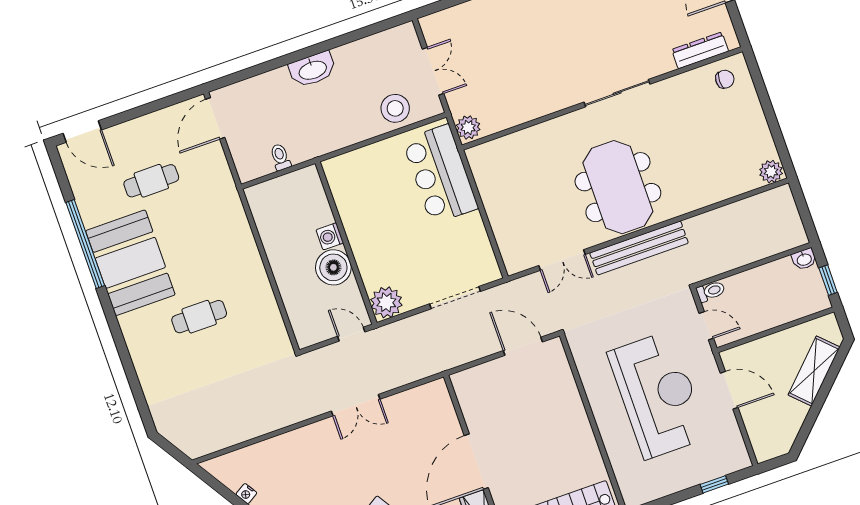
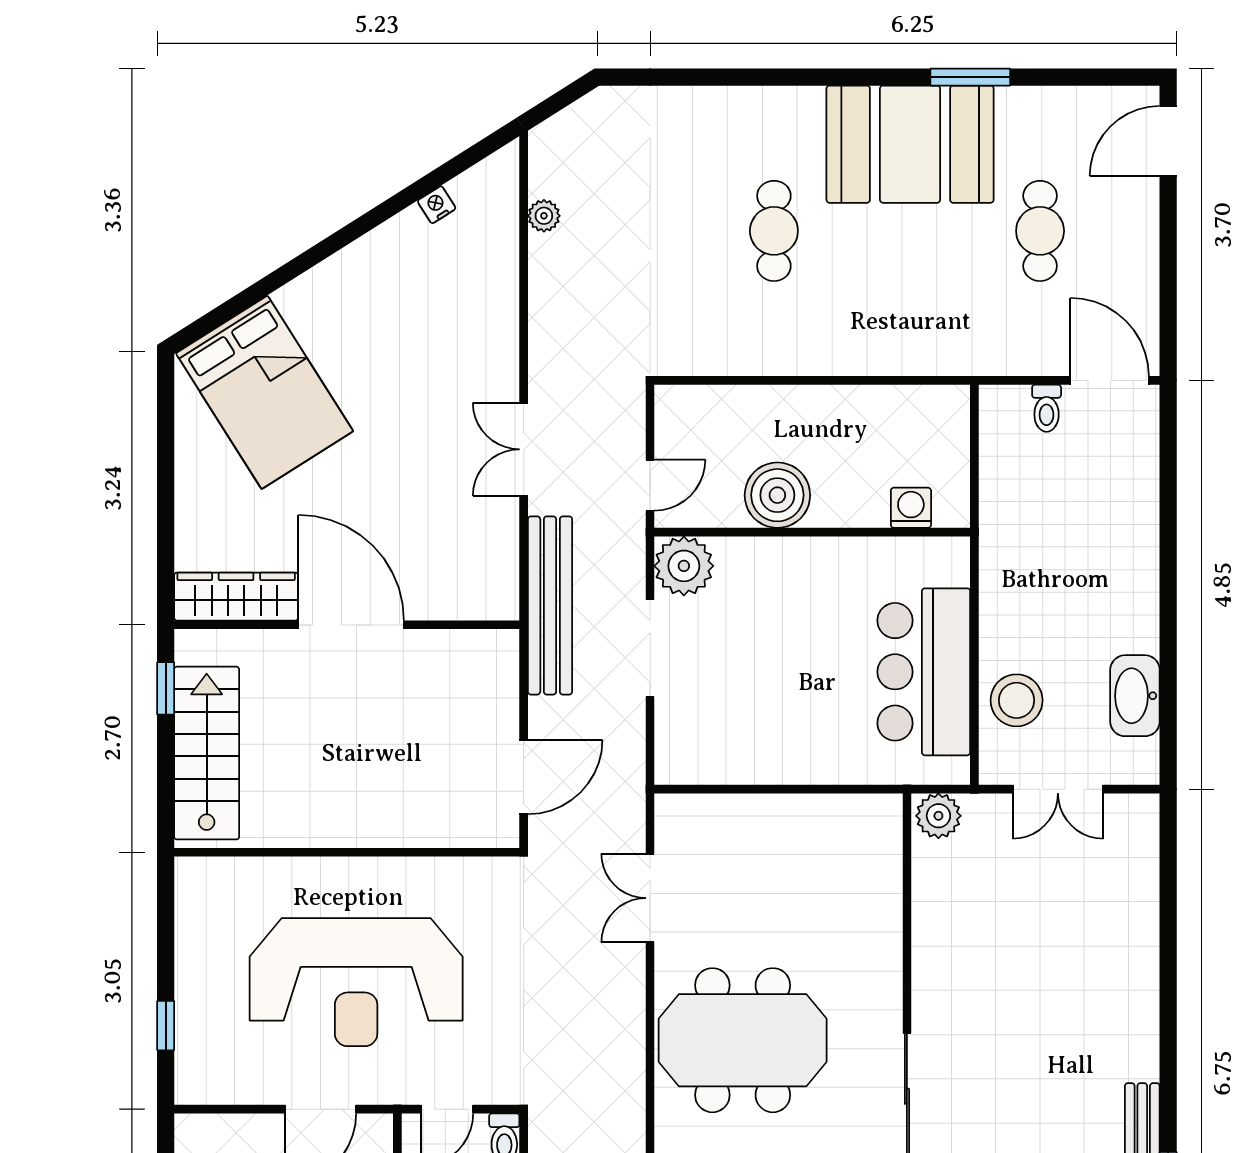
washbasin: (312, 70) -> (1135, 696), moved
toilet: (280, 157) -> (1047, 408), moved, turned 90
bar counter: (440, 174) -> (924, 672), moved, turned -90
washing machine: (330, 236) -> (911, 508), moved
window: (85, 244) -> (970, 77), width x0.47
bench: (639, 248) -> (550, 605), moved
doorway: (455, 298) -> (650, 648), moved
plant: (233, 437) -> (544, 216), added

